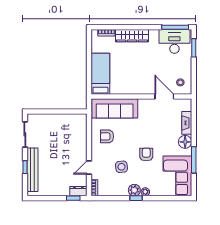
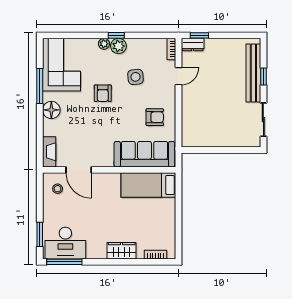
wardrobe: (132, 36) -> (122, 251), width x0.67
bed: (100, 74) -> (148, 185), moved, turned 90
fireplace: (187, 123) -> (49, 152), moved

